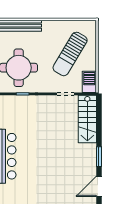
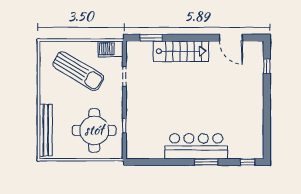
stairs: (87, 119) -> (181, 51), moved
window: (99, 157) -> (151, 38), moved

